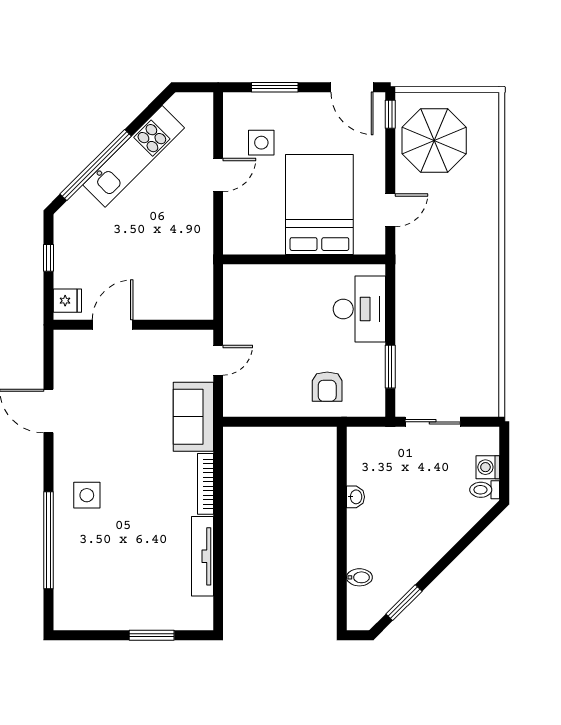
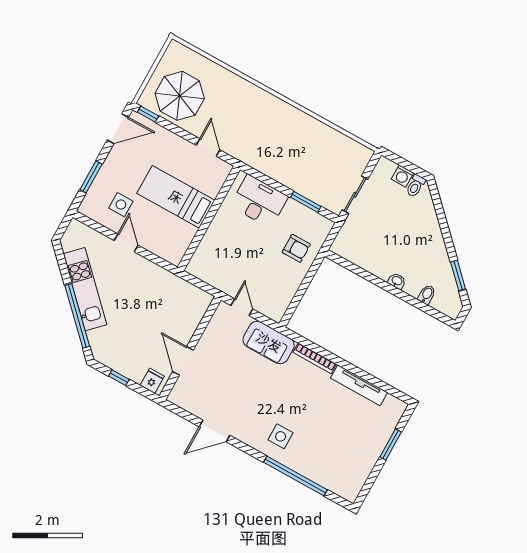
bed: (319, 204) -> (176, 197), width x0.67
washbasin: (356, 497) -> (397, 281), moved

